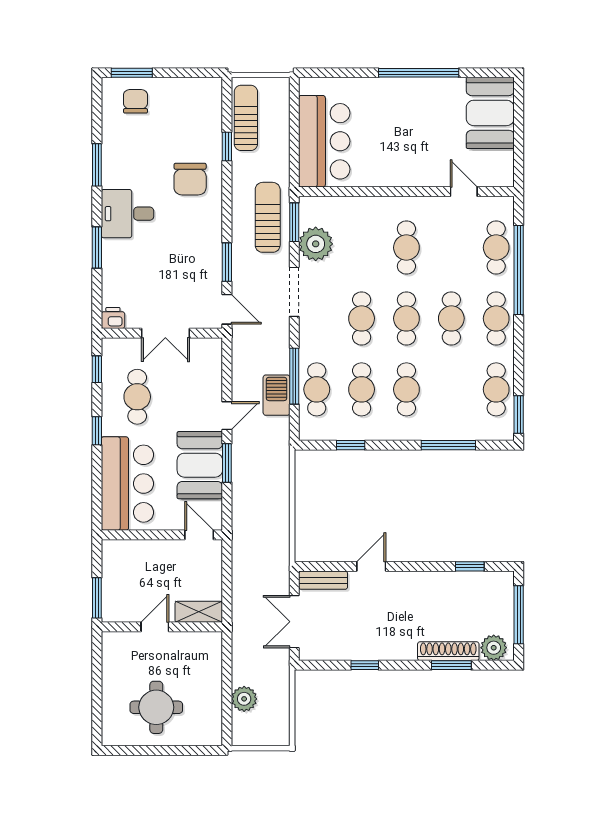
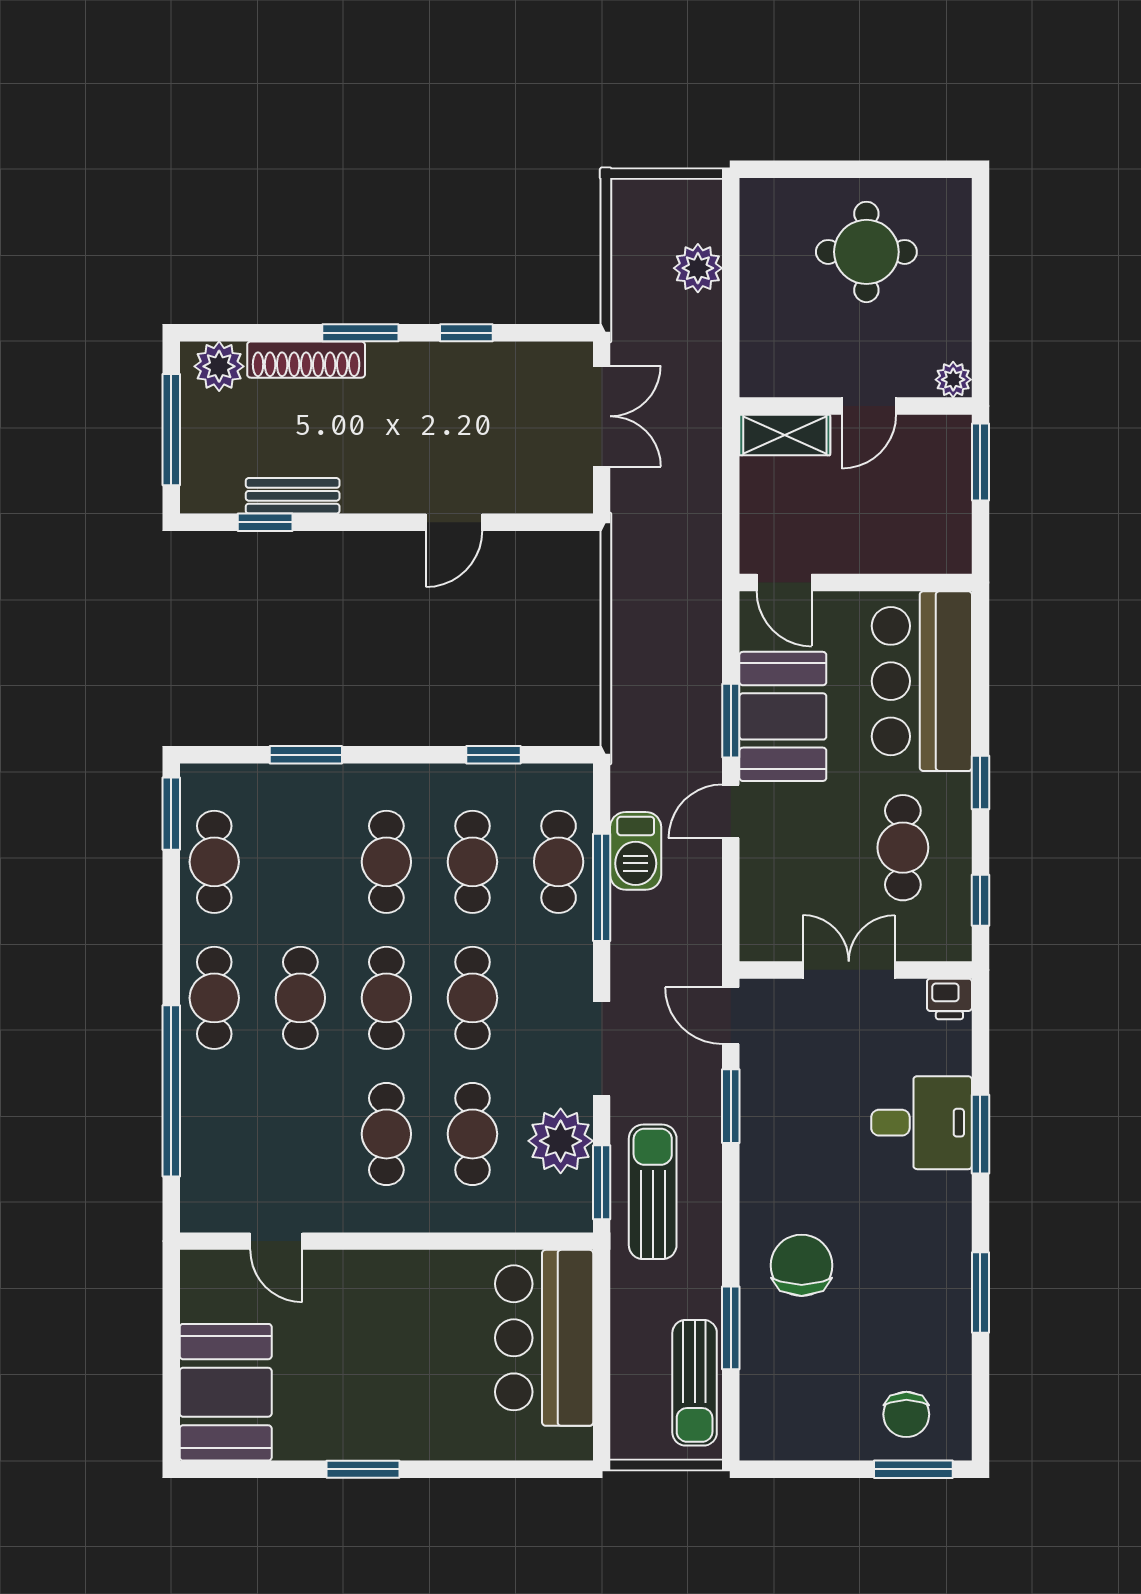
window: (419, 73) -> (363, 1469), width x0.47
window: (227, 146) -> (731, 1328), width x1.50
desk: (127, 214) -> (922, 1123), moved
sun lounger: (268, 217) -> (653, 1192), turned 180
cafe table: (496, 248) -> (472, 1134), moved
window: (448, 445) -> (306, 755), width x0.69
bench: (323, 580) -> (293, 496), moved
plant: (111, 641) -> (953, 380), added
window: (451, 665) -> (360, 333), moved

